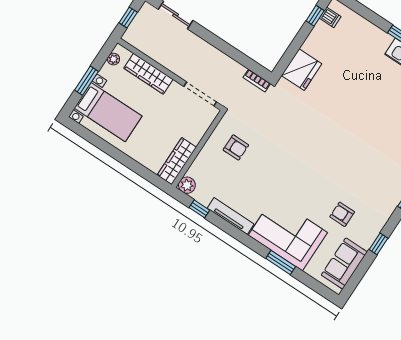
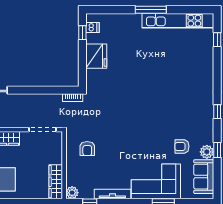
fridge: (302, 70) -> (96, 56), moved
armchair: (236, 147) -> (87, 149), turned 90
plant: (366, 238) -> (207, 152), added

